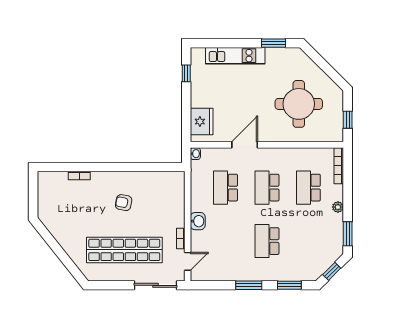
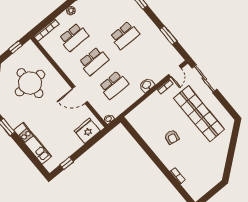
door: (188, 261) -> (175, 71), swing flipped
window: (249, 285) -> (168, 35), moved

